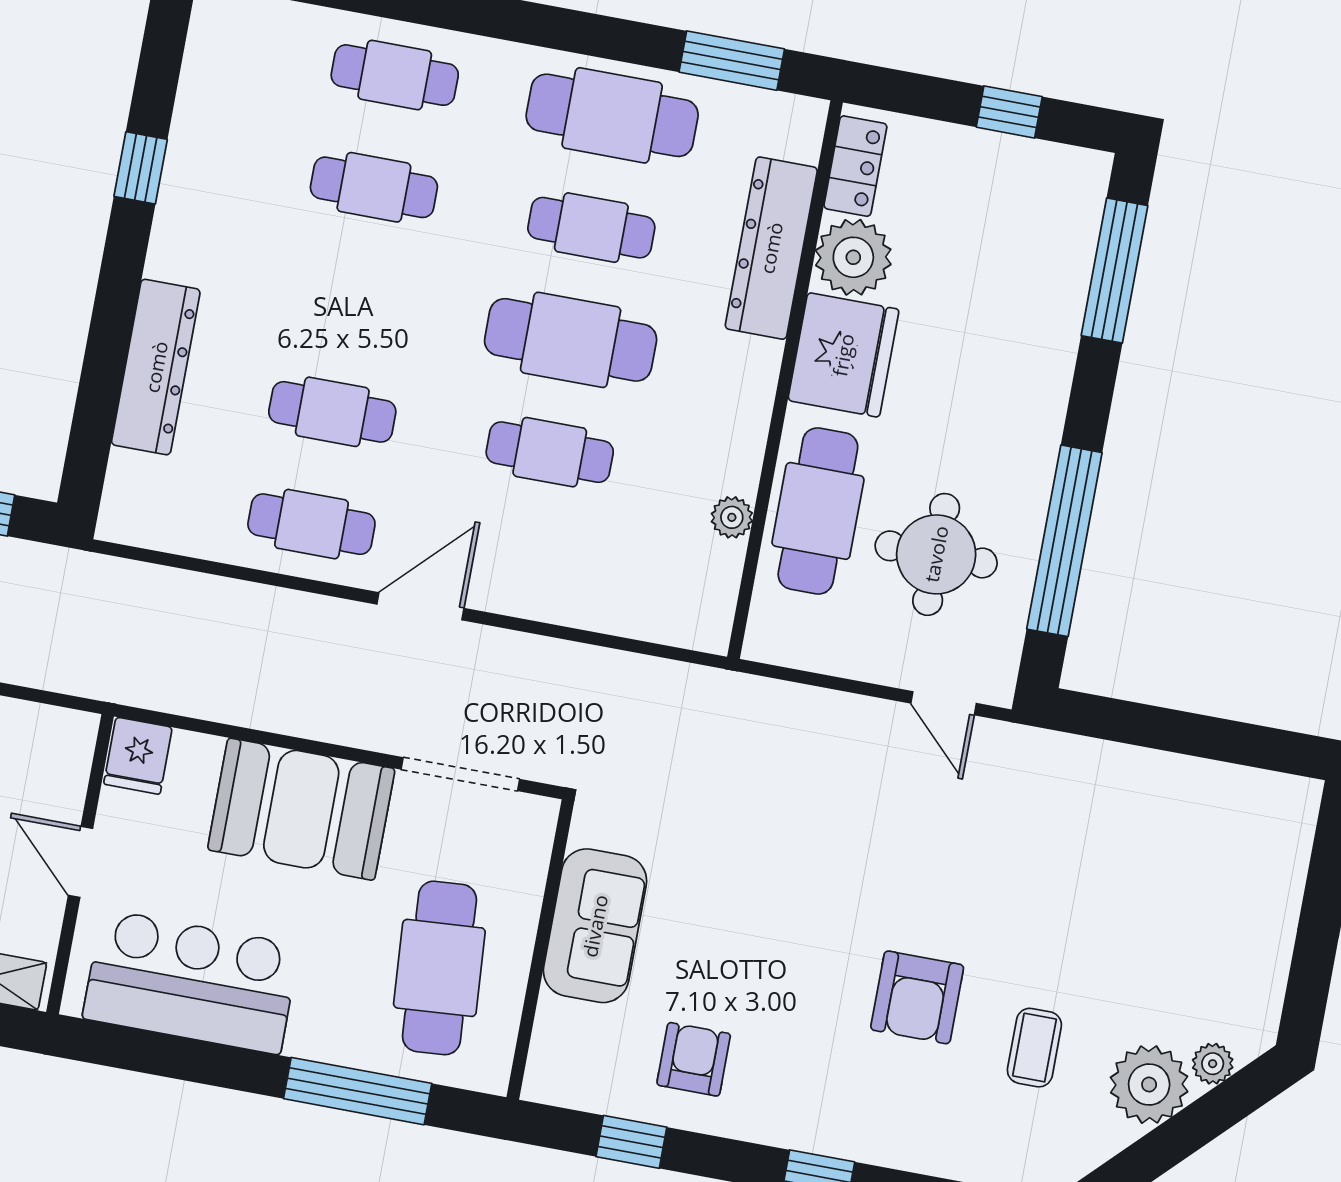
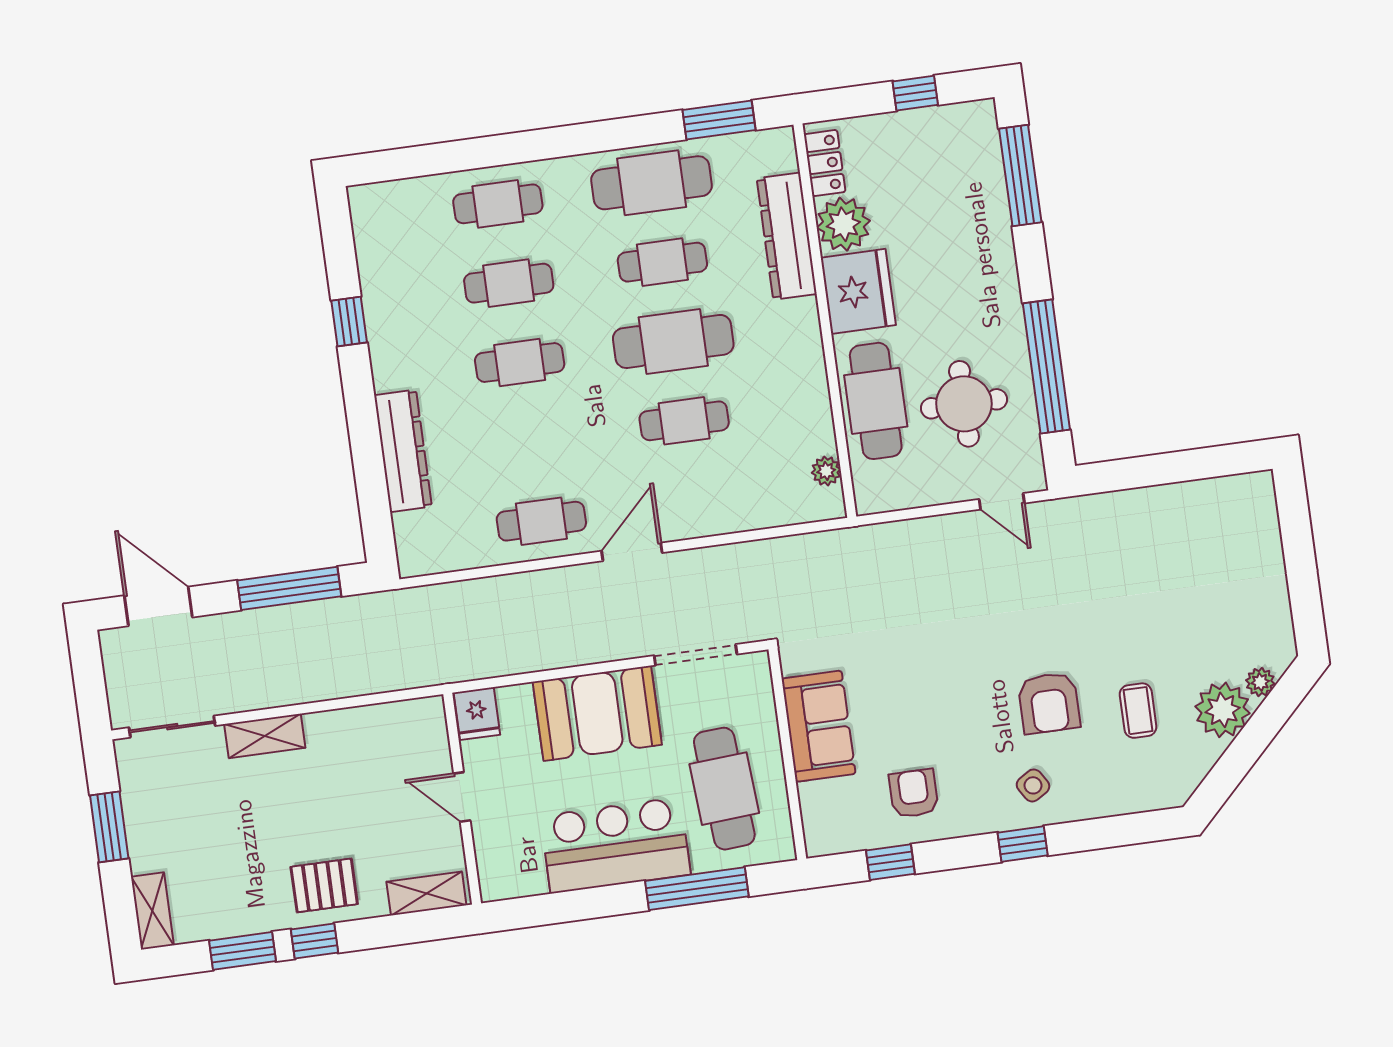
cafe table: (332, 412) -> (520, 363), moved
plant: (732, 517) -> (826, 471), moved
bar counter: (191, 982) -> (615, 845), moved
side table: (859, 1102) -> (1033, 785), added

